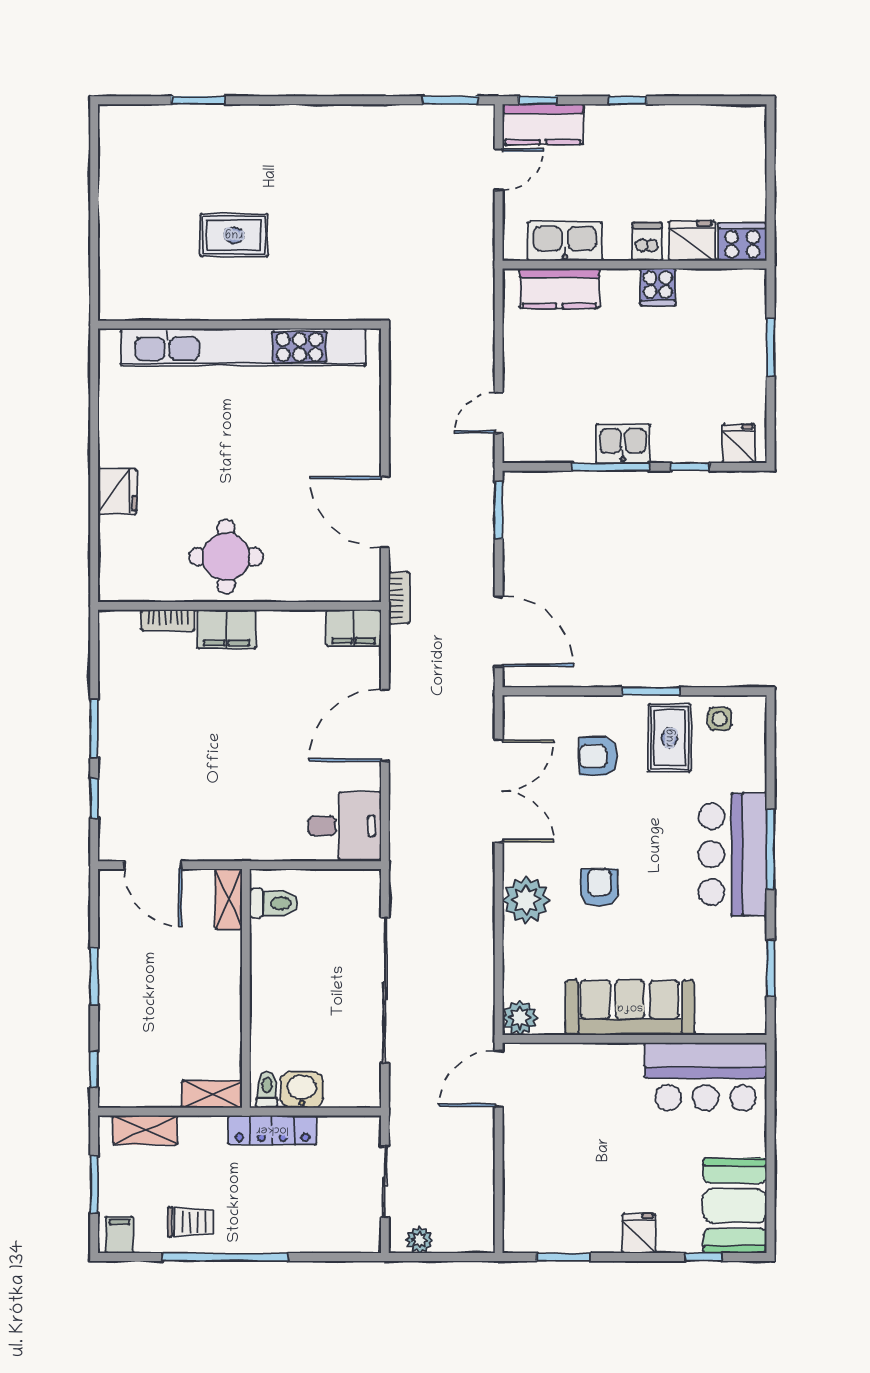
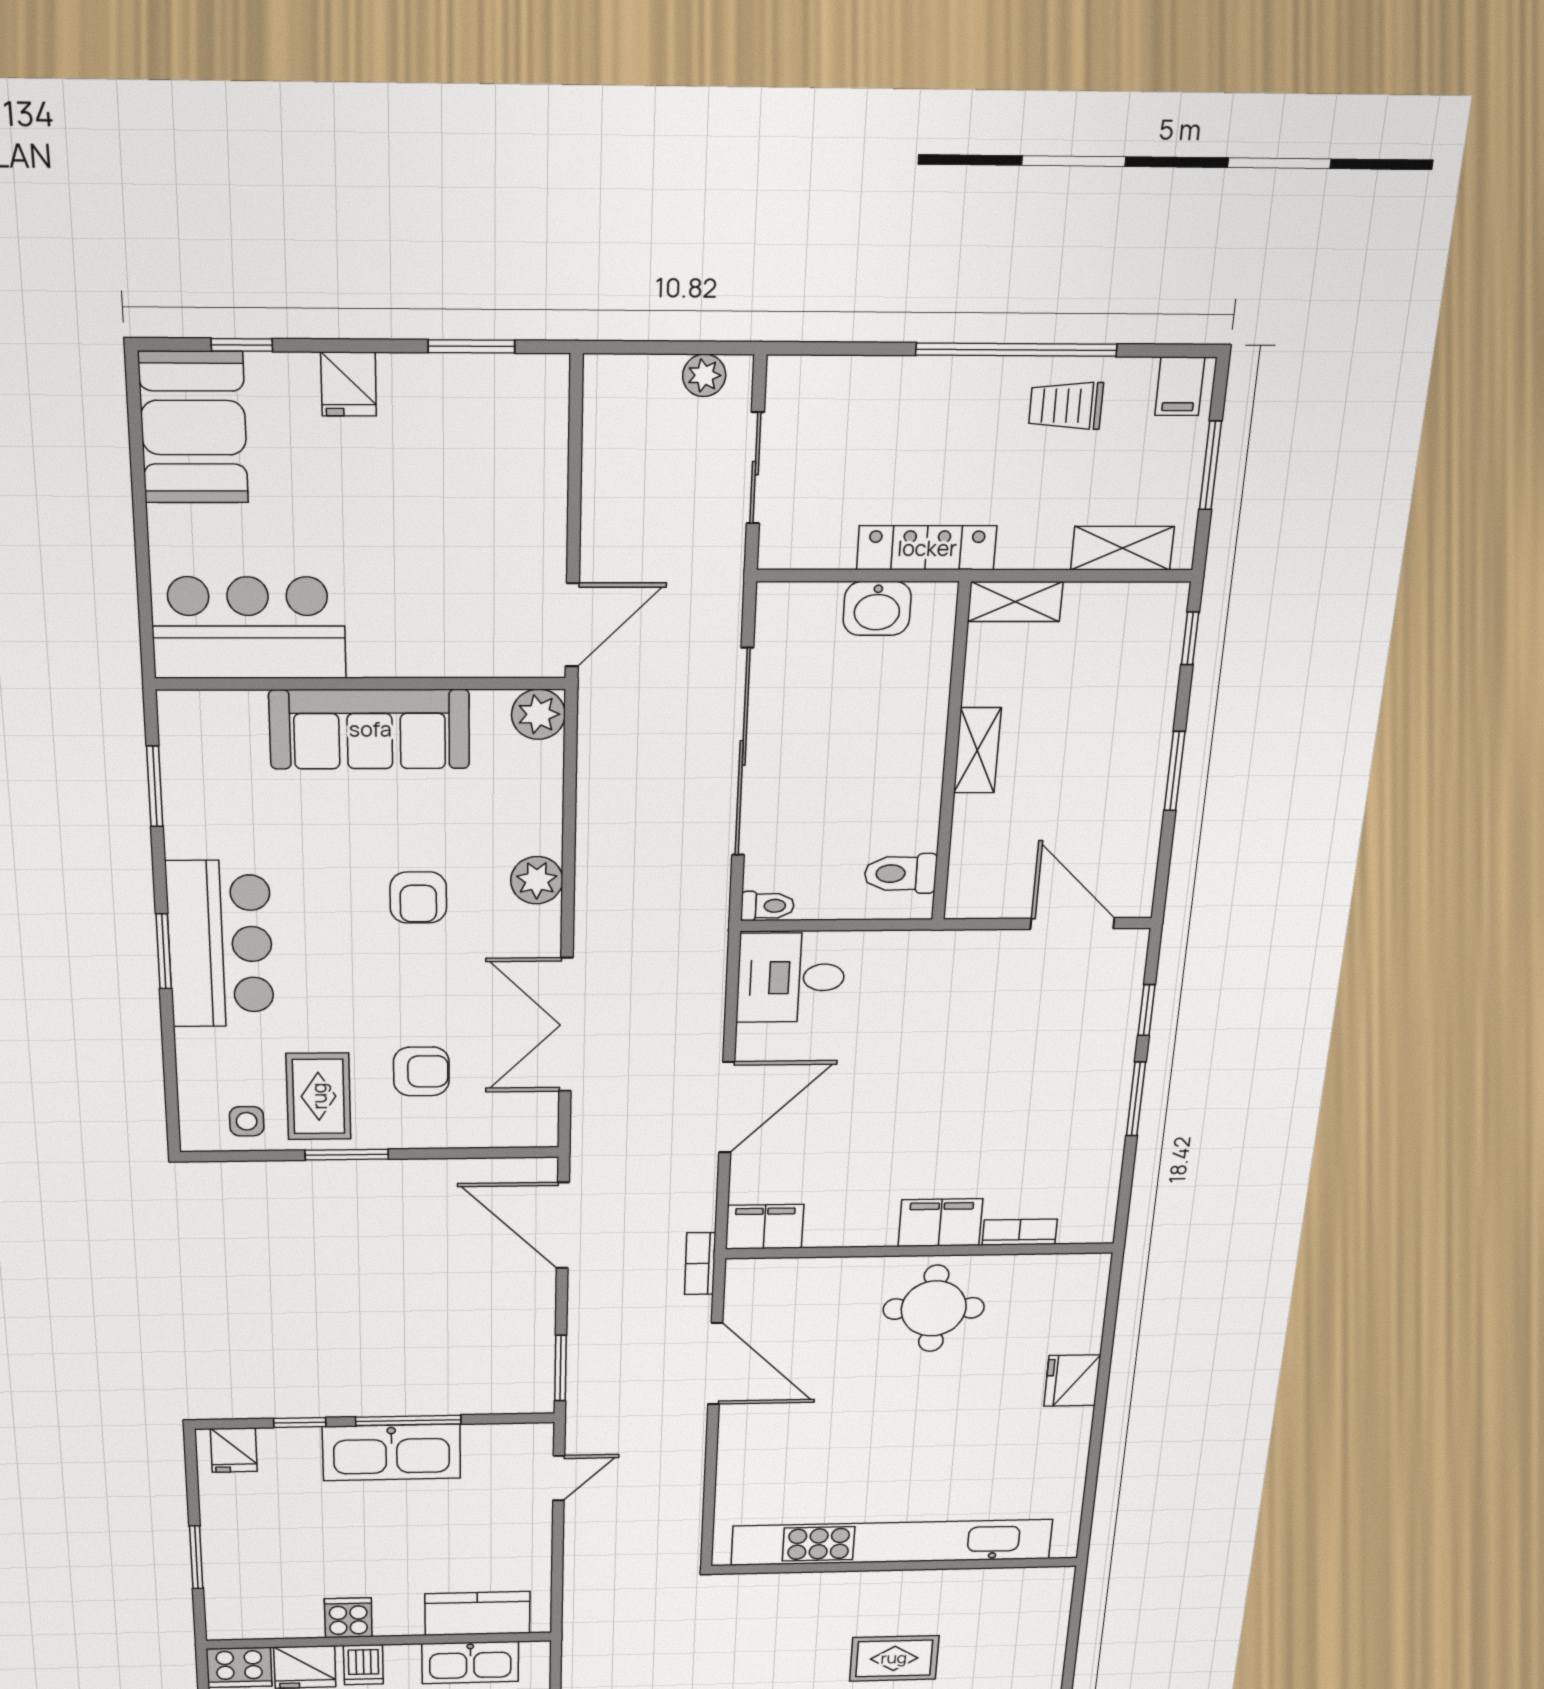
kitchen sink: (623, 443) -> (392, 1452), width x1.87, depth x1.24
window: (771, 849) -> (164, 951), width x0.69
shelving: (228, 899) -> (977, 750), moved
plant: (526, 900) -> (537, 880), width x0.73, depth x0.73
toilet: (267, 1090) -> (767, 906), moved, turned -90

